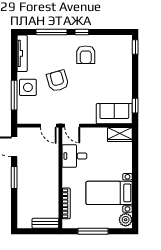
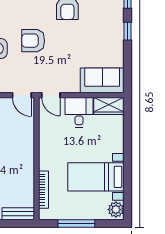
armchair: (58, 81) -> (33, 41), turned -74
window: (135, 106) -> (127, 31), moved
desk: (74, 156) -> (79, 112), moved, turned 90

